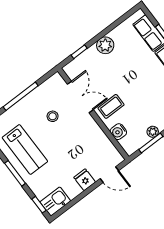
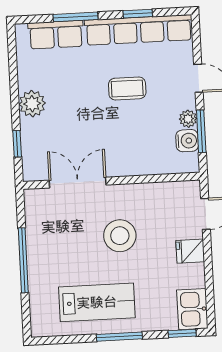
coffee table: (111, 106) -> (127, 88), moved, turned 90
stool: (53, 116) -> (120, 236), moved, width x1.89, depth x1.89
water cooler: (118, 132) -> (187, 141), moved, turned -90

